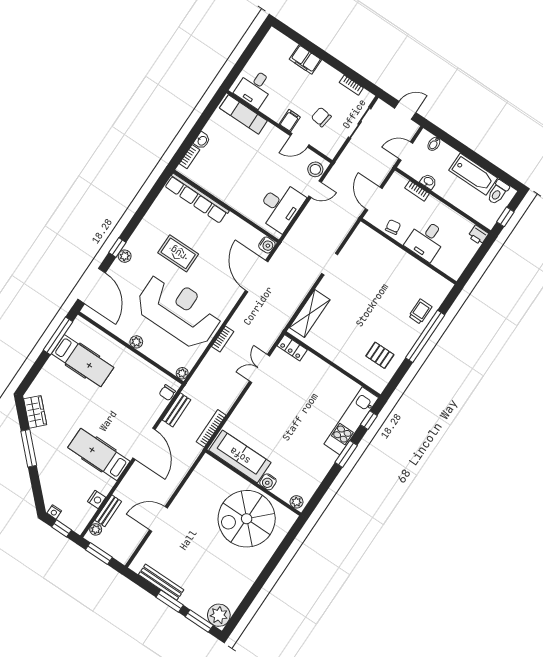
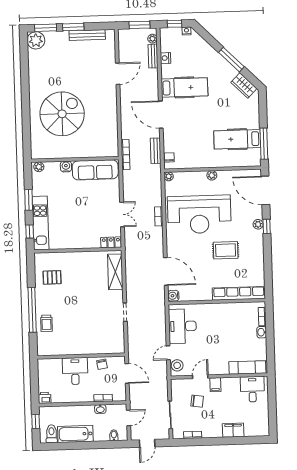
sofa: (240, 456) -> (95, 170), moved
water cooler: (268, 482) -> (66, 167), moved
wall: (253, 483) -> (75, 159), moved
plant: (296, 502) -> (39, 167), moved

